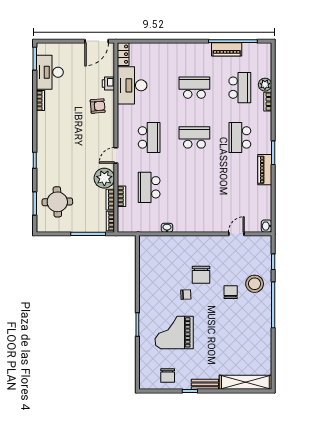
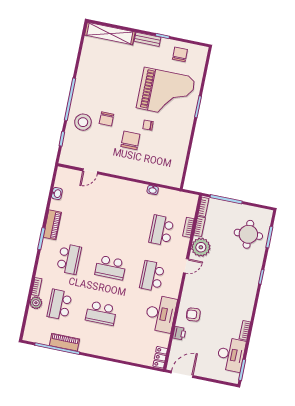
desk: (132, 85) -> (161, 314), moved
school desk: (149, 187) -> (161, 230), turned 180
washbasin: (266, 226) -> (57, 194), moved
grand piano: (174, 332) -> (166, 93), width x1.37, depth x1.48

